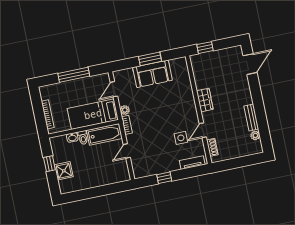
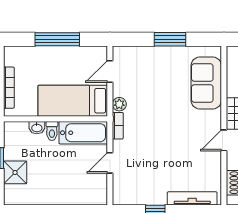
sofa: (152, 74) -> (206, 83), moved, turned 90
door: (203, 130) -> (224, 140), moved
side table: (181, 138) -> (191, 160), removed
tv unit: (192, 163) -> (192, 198), width x1.41

